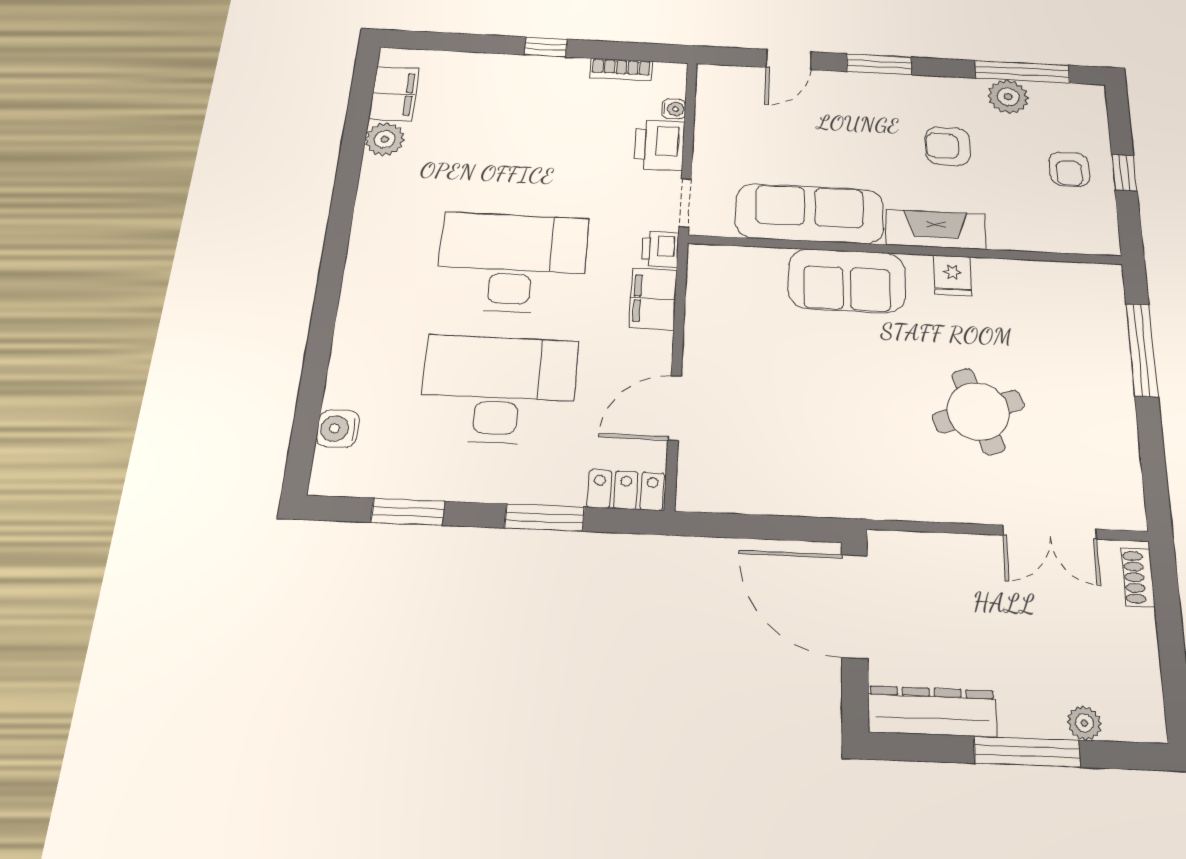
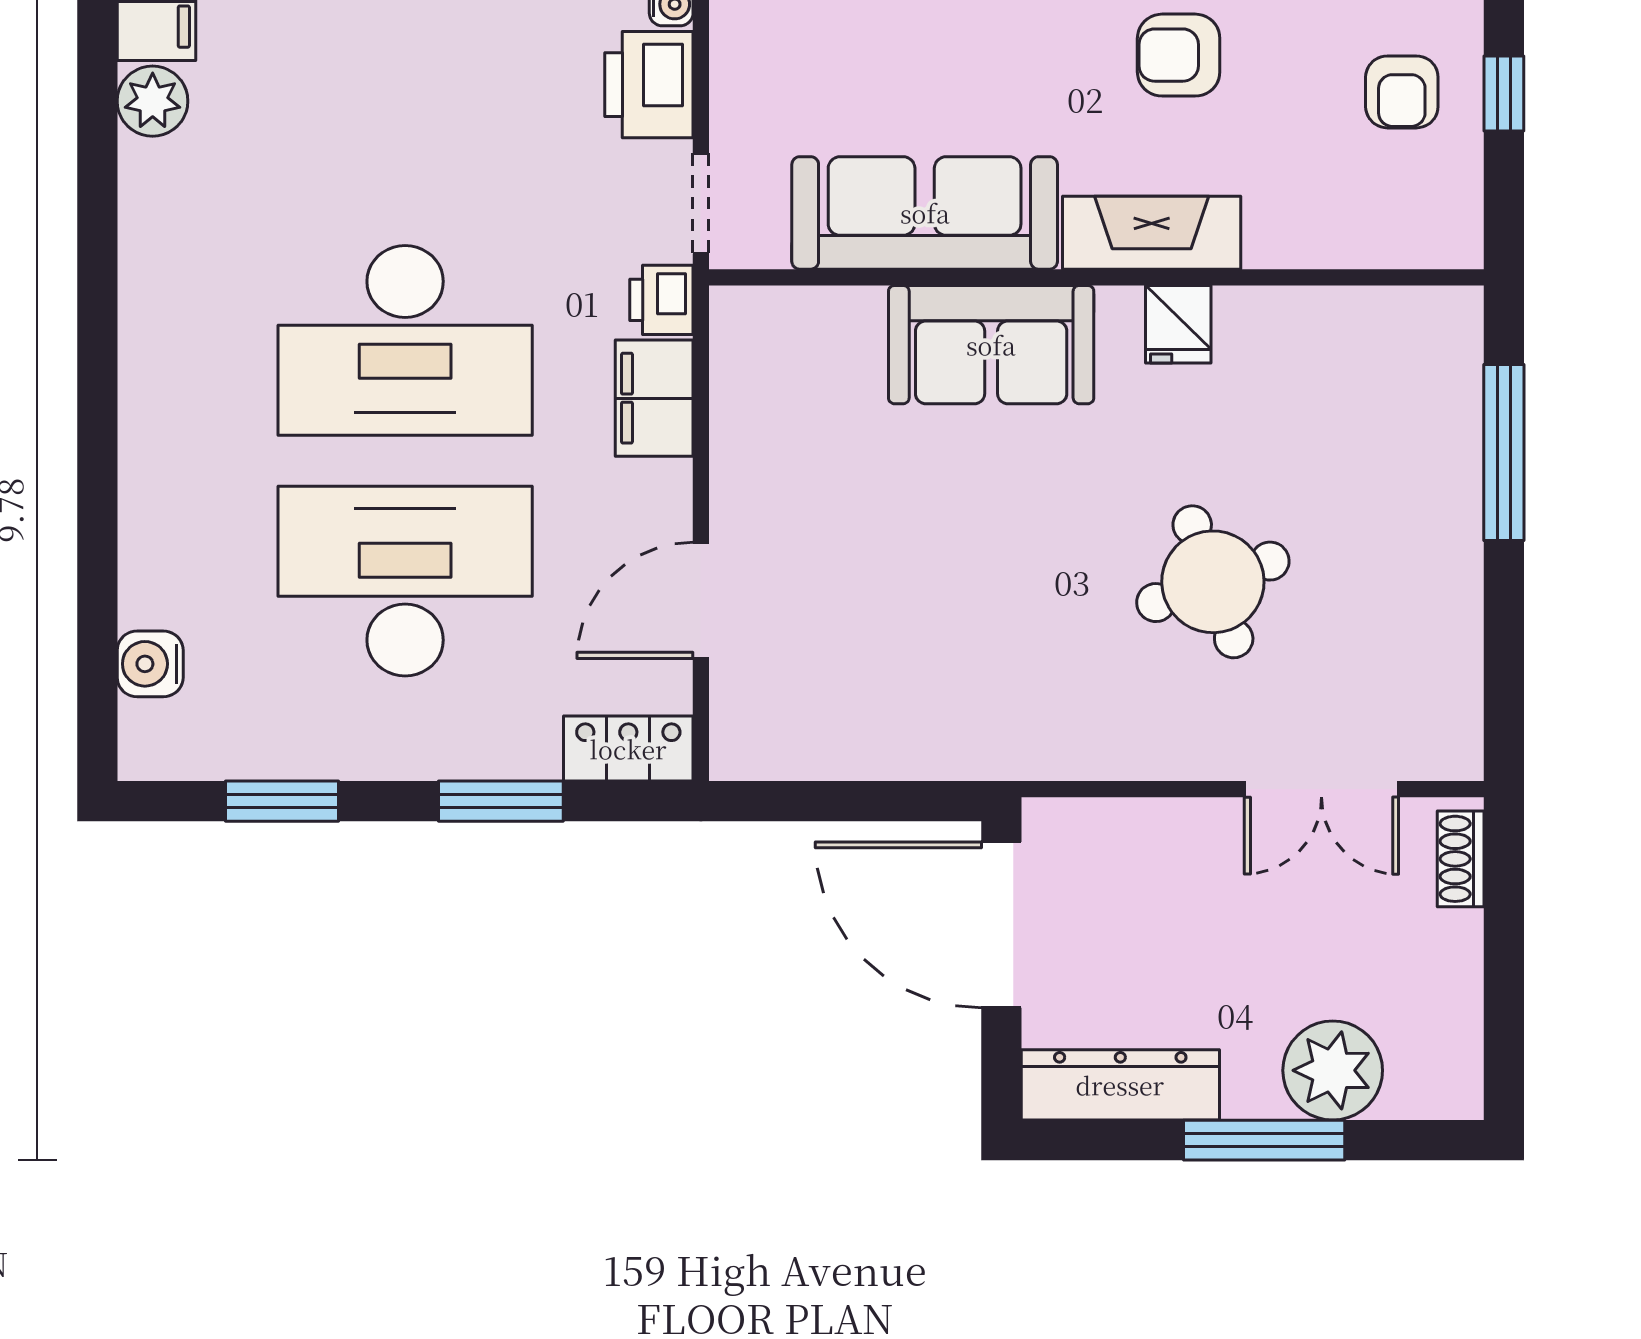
desk: (512, 262) -> (405, 340), turned 180
plant: (1084, 723) -> (1333, 1070), width x1.87, depth x1.87

